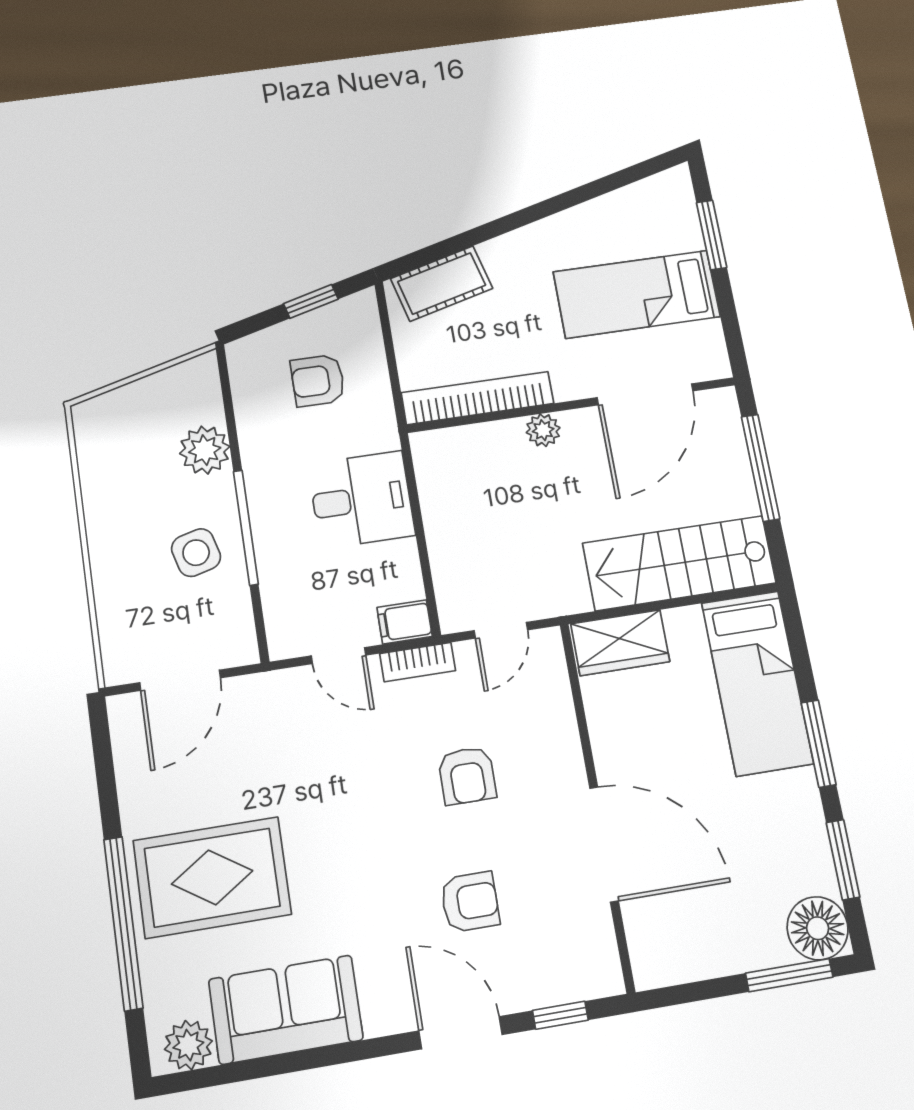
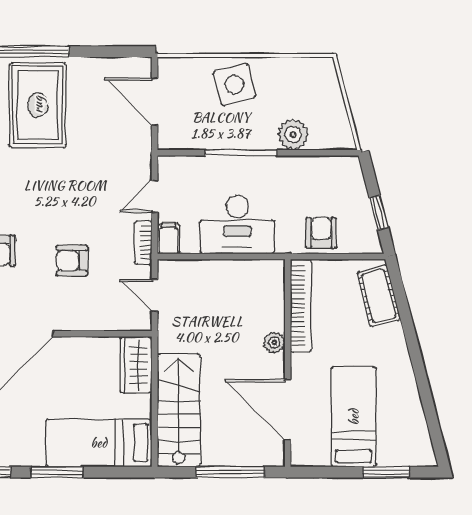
armchair: (318, 381) -> (321, 233), moved
desk: (361, 500) -> (237, 225), width x1.37
side table: (196, 553) -> (235, 84), moved, width x1.37, depth x1.37

